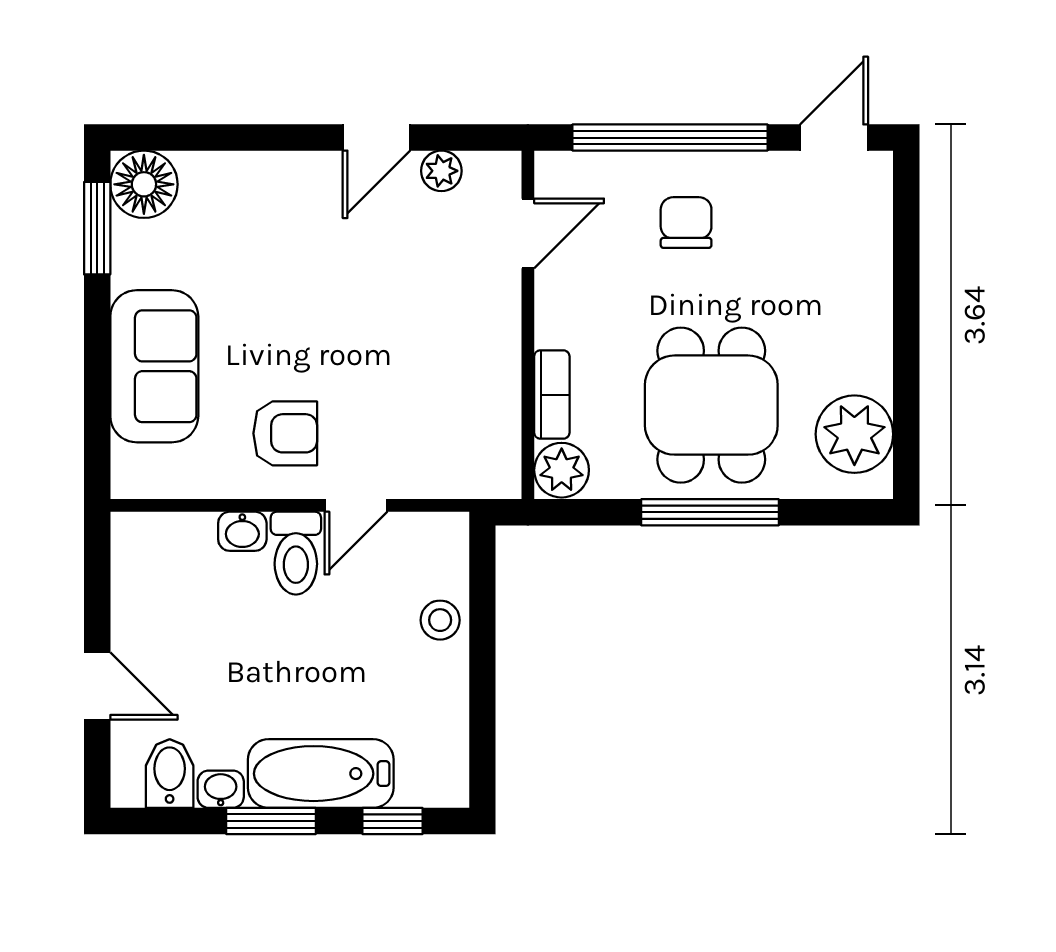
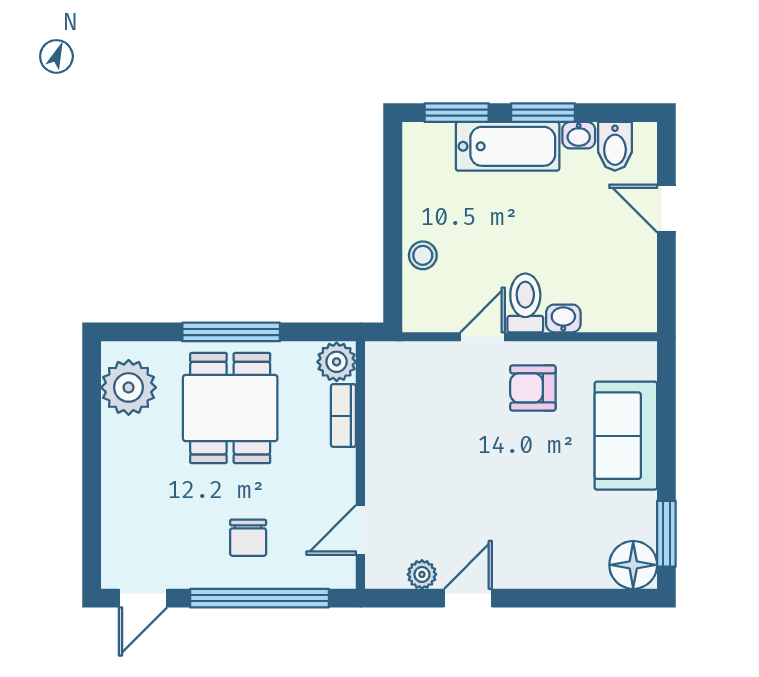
window: (393, 821) -> (457, 113), width x1.50

